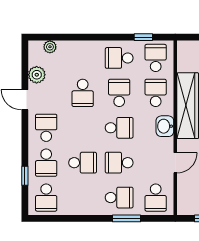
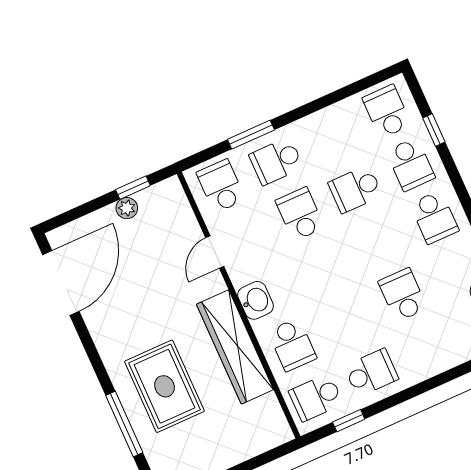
school desk: (156, 58) -> (316, 397), turned 90
school desk: (119, 93) -> (347, 320), removed
school desk: (119, 128) -> (324, 267), removed
school desk: (46, 163) -> (411, 164), turned 180
school desk: (119, 163) -> (300, 214), turned -90

